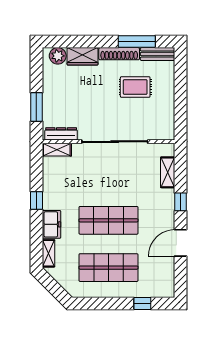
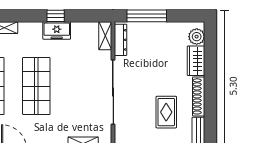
window: (137, 42) -> (210, 114), removed
window: (36, 107) -> (147, 16), width x1.44
freezer: (51, 224) -> (57, 30), moved

